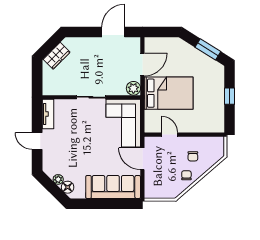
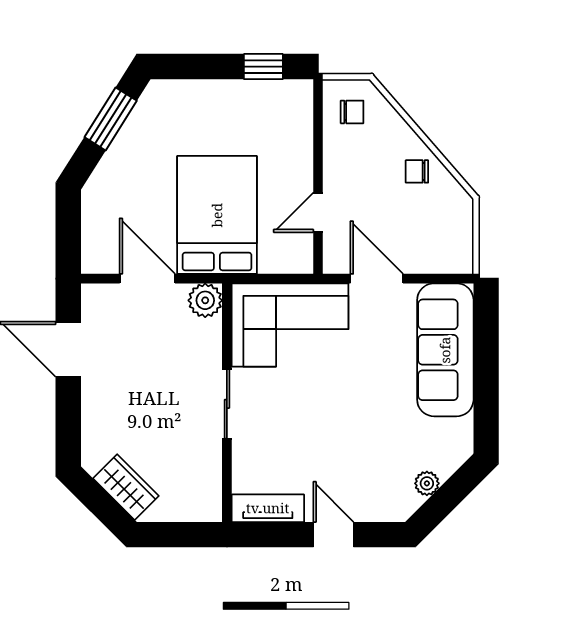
window: (230, 96) -> (263, 67), moved
door: (37, 141) -> (334, 535), swing flipped
chair: (193, 156) -> (352, 112), moved
door: (142, 159) -> (377, 279), swing flipped
floor lamp: (68, 187) -> (446, 460), removed

